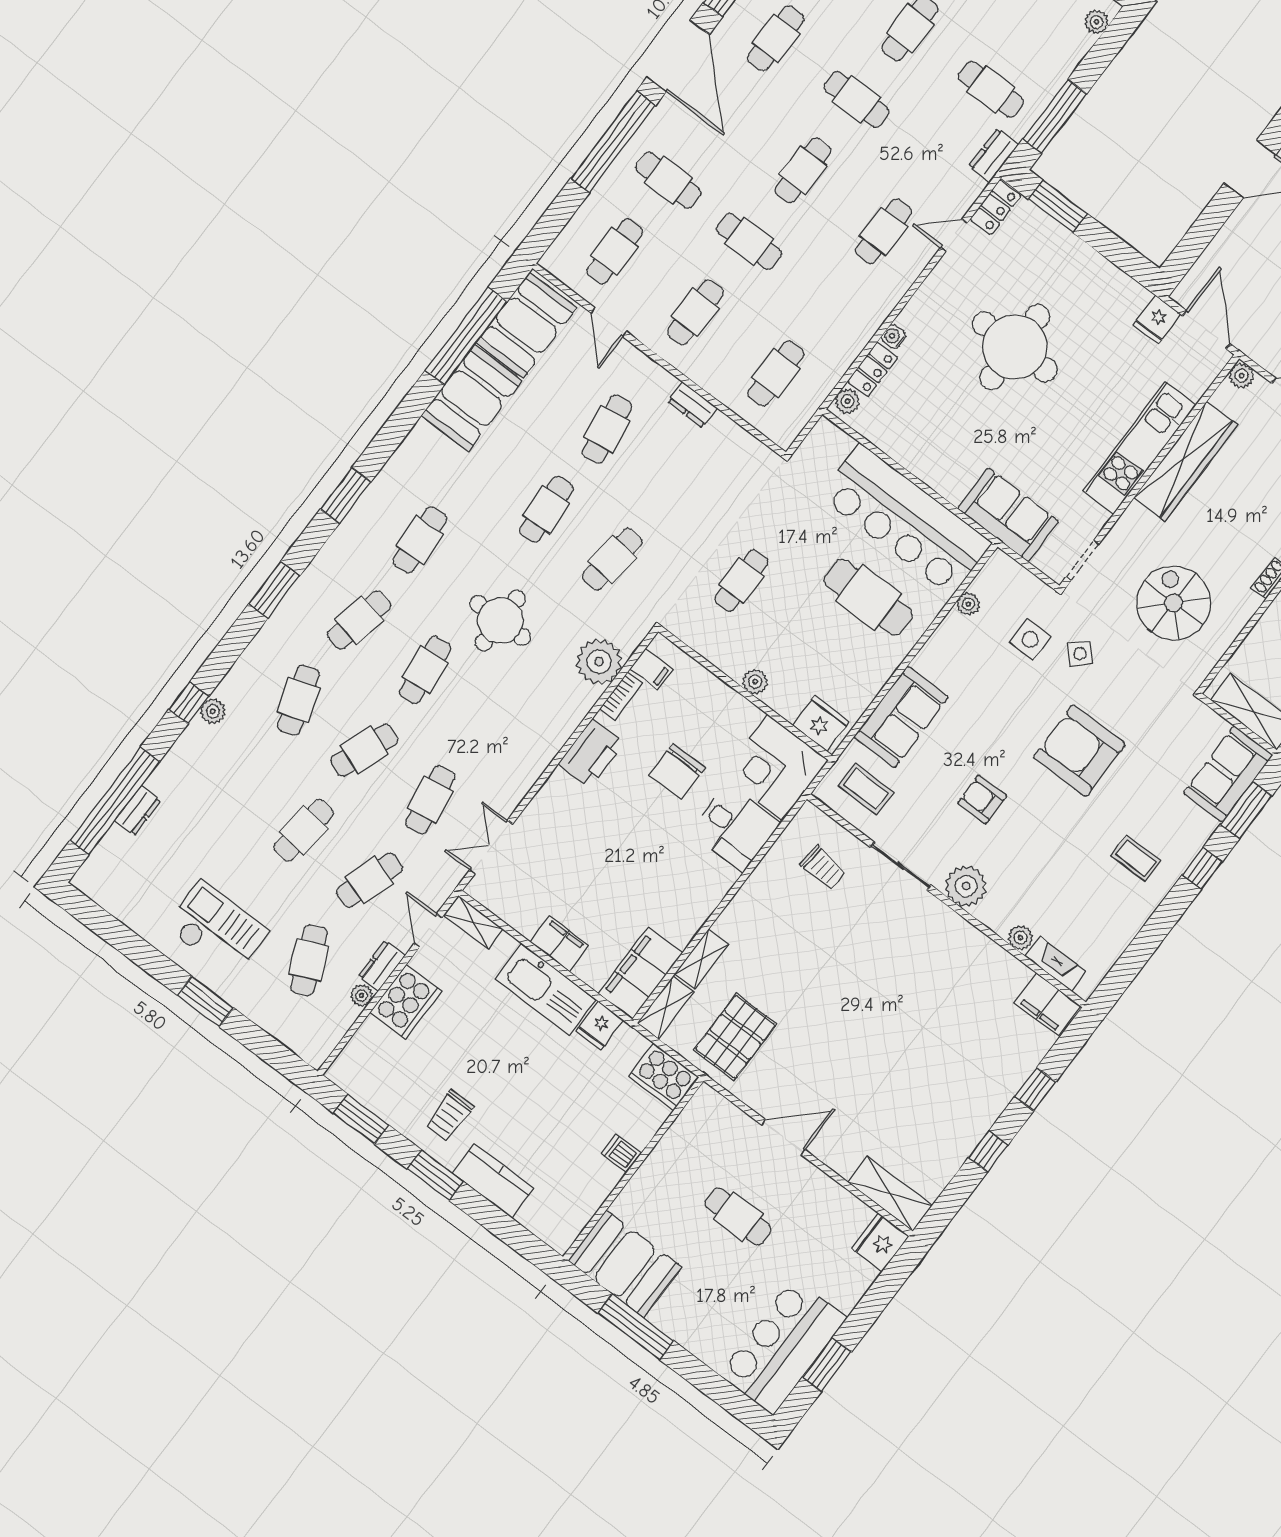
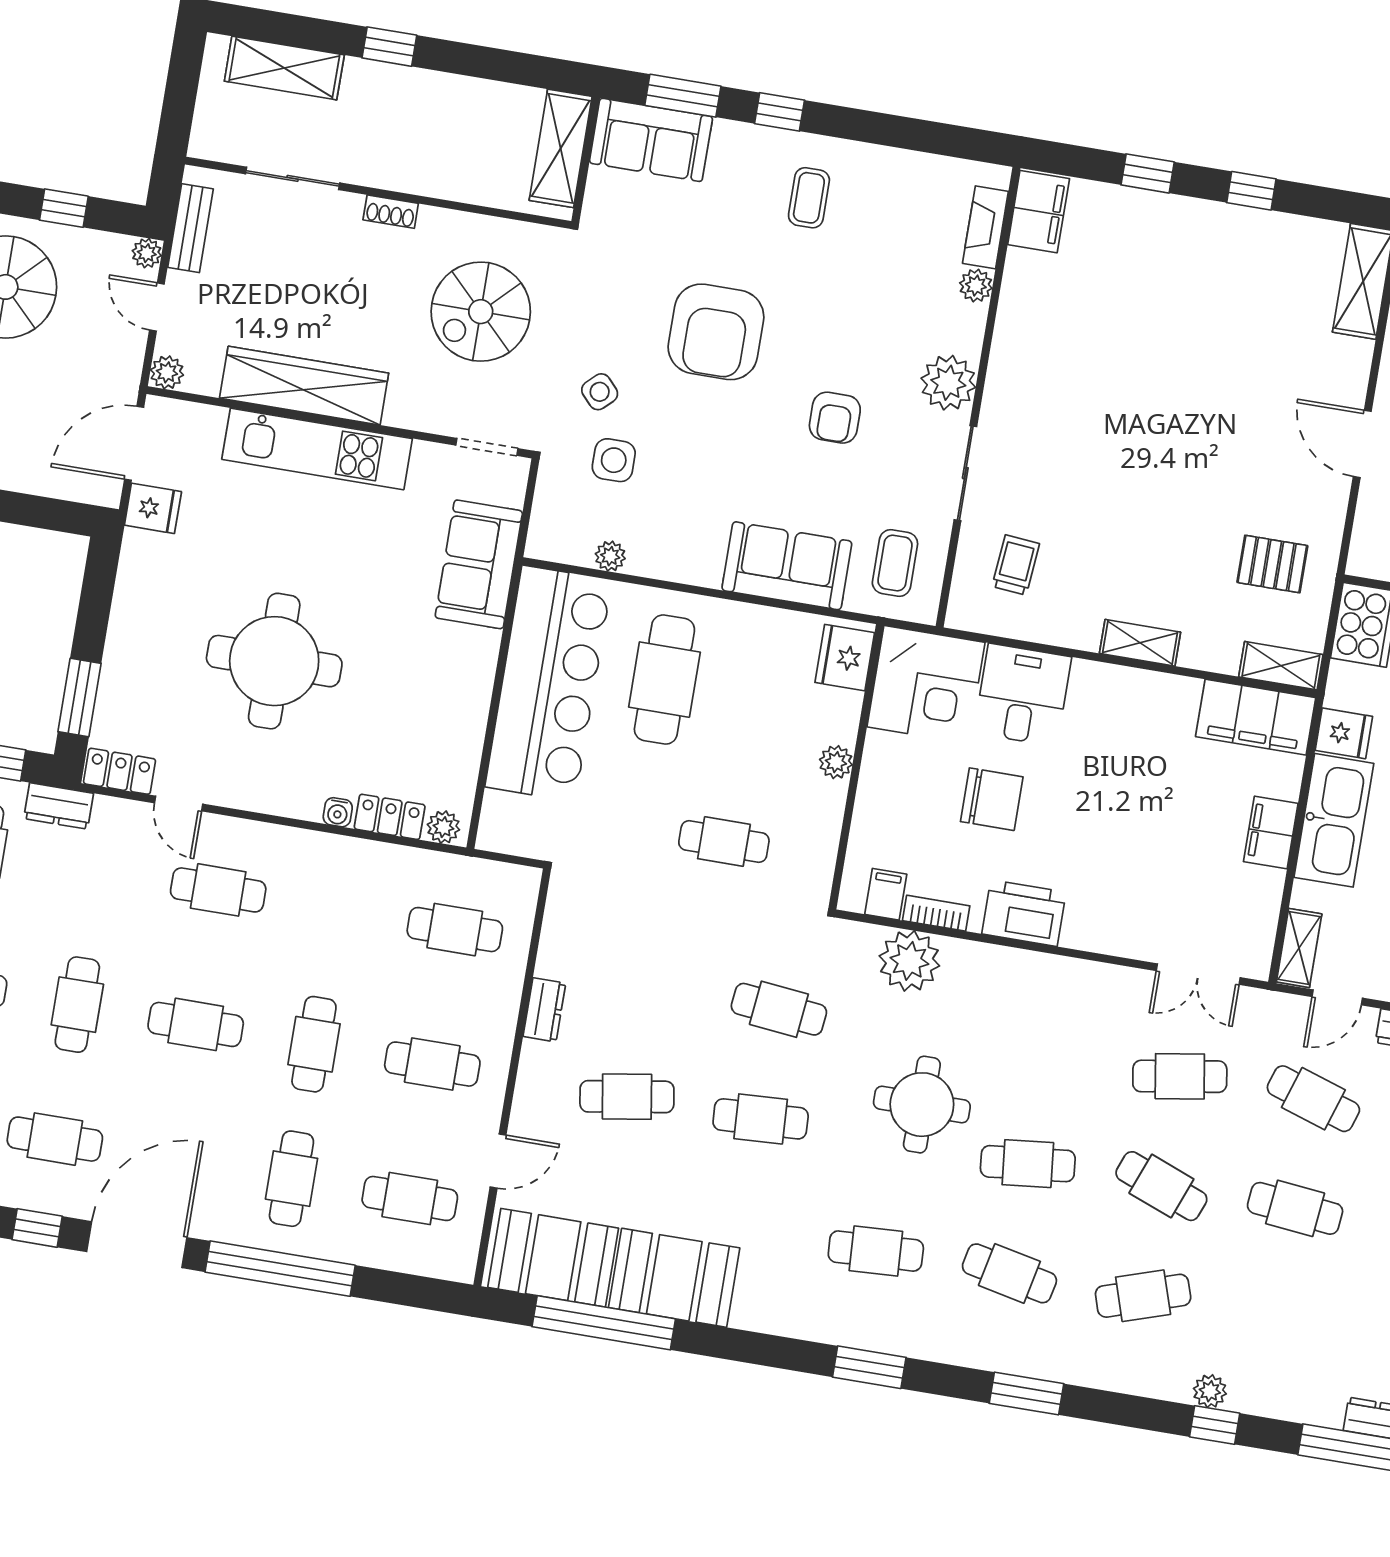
shelving: (702, 959) -> (1140, 643), moved
pallet: (735, 1037) -> (1272, 564), width x0.67, depth x0.71

